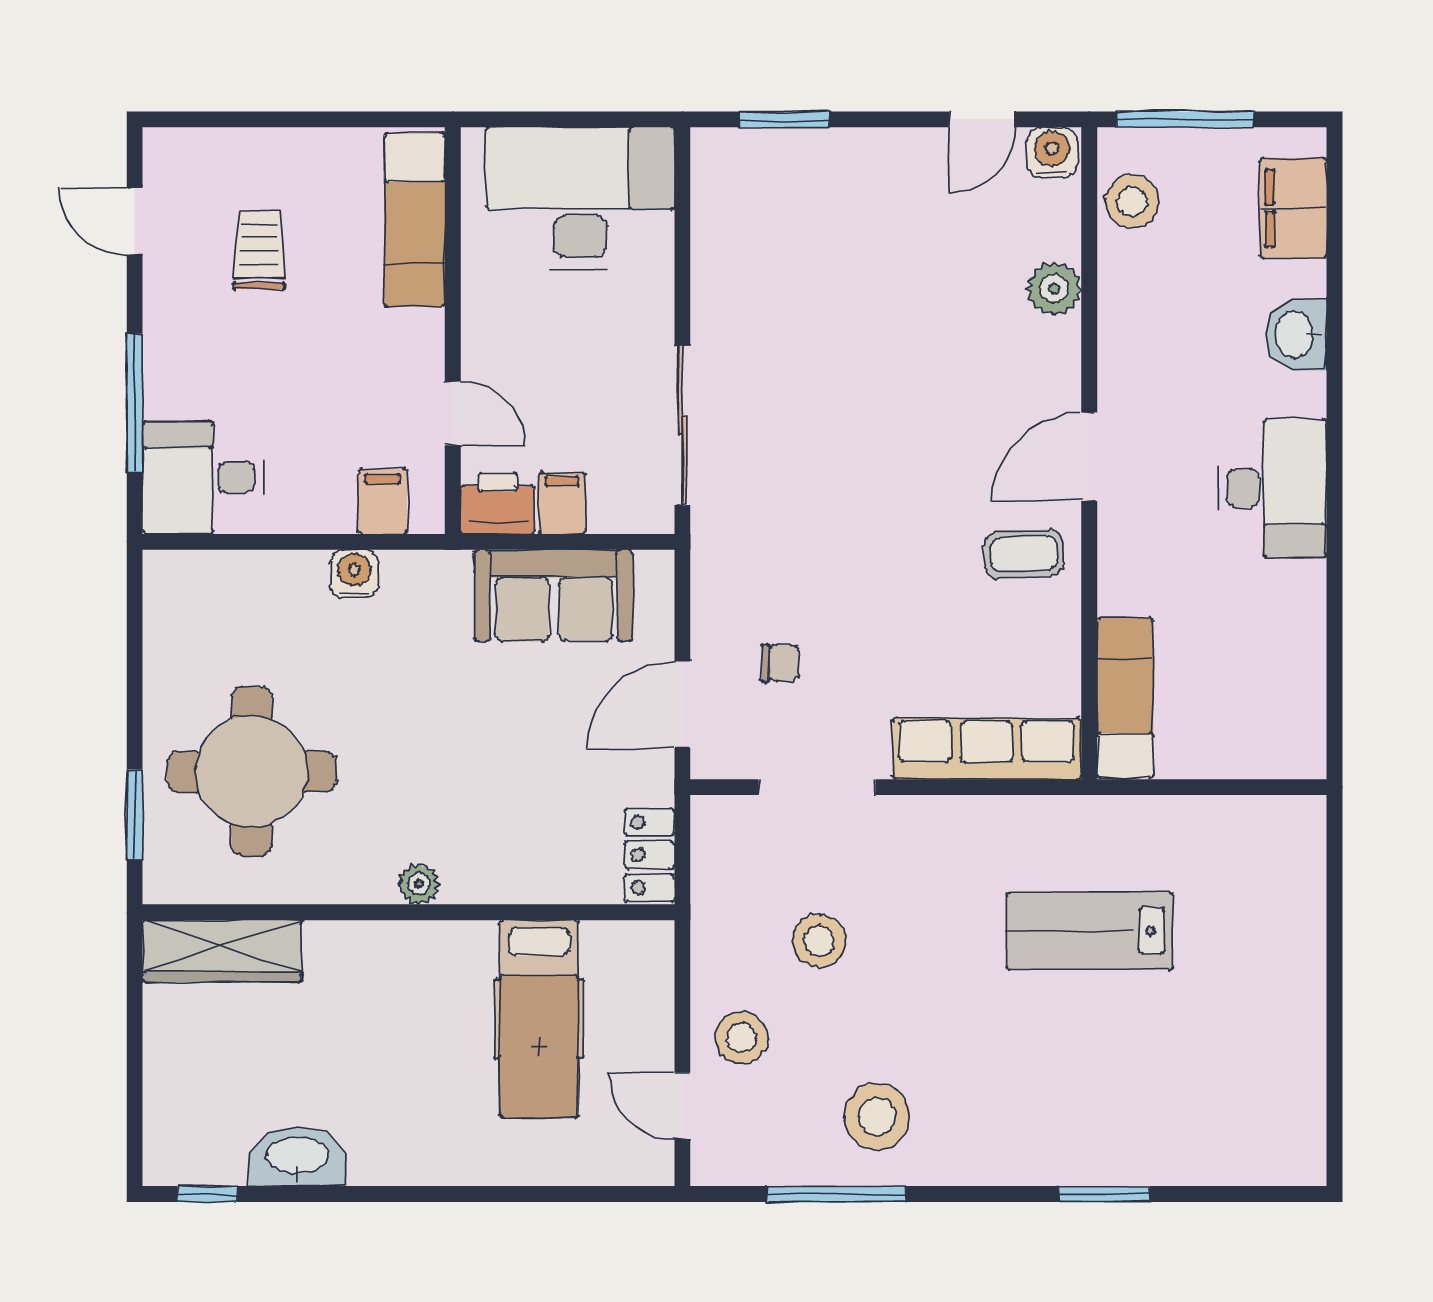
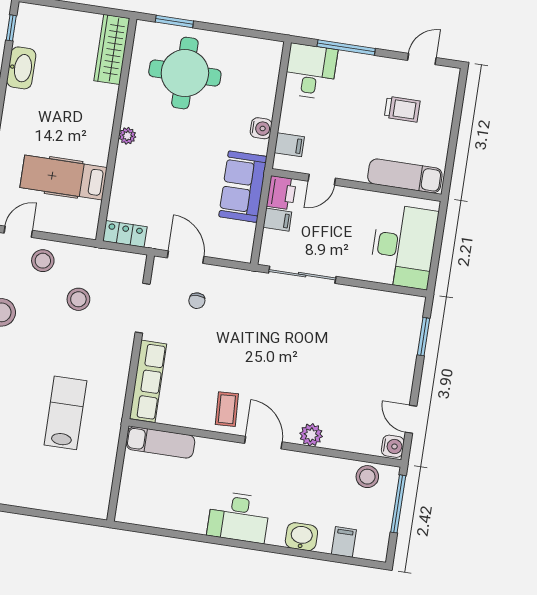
filing cabinet: (1293, 208) -> (344, 542), width x0.50
plant: (1054, 289) -> (311, 435), moved
sofa: (554, 596) -> (243, 187), moved

